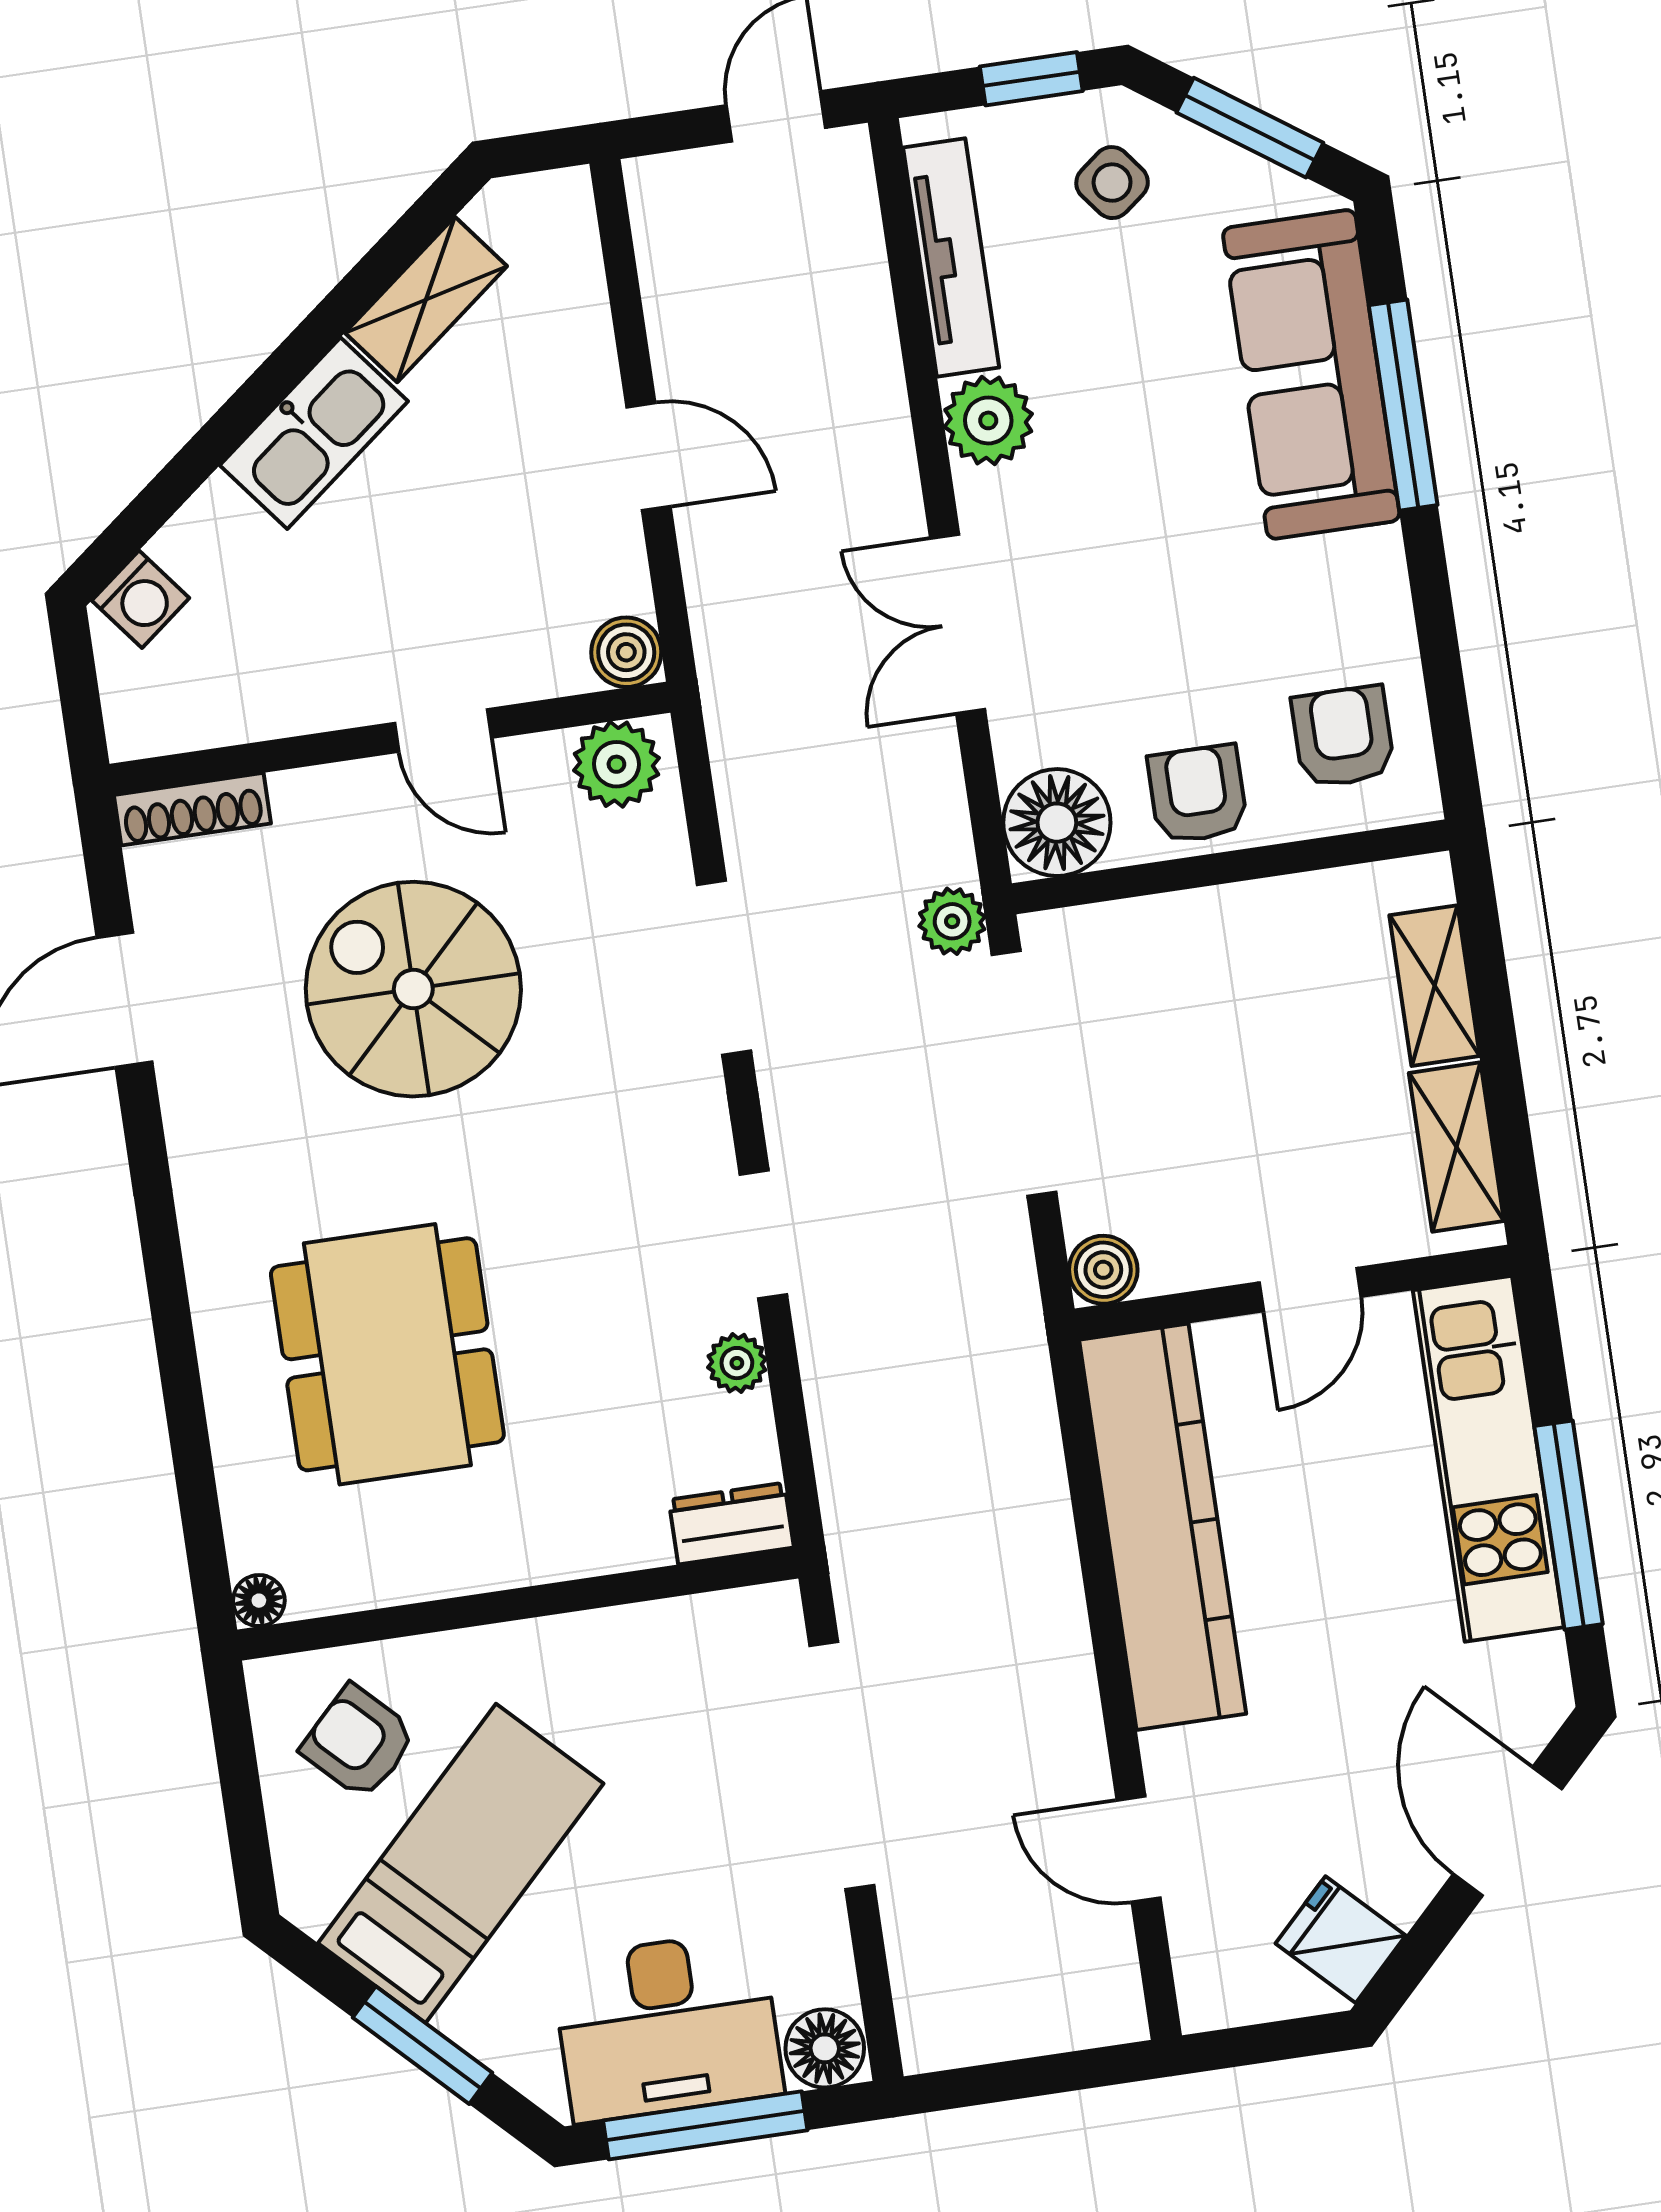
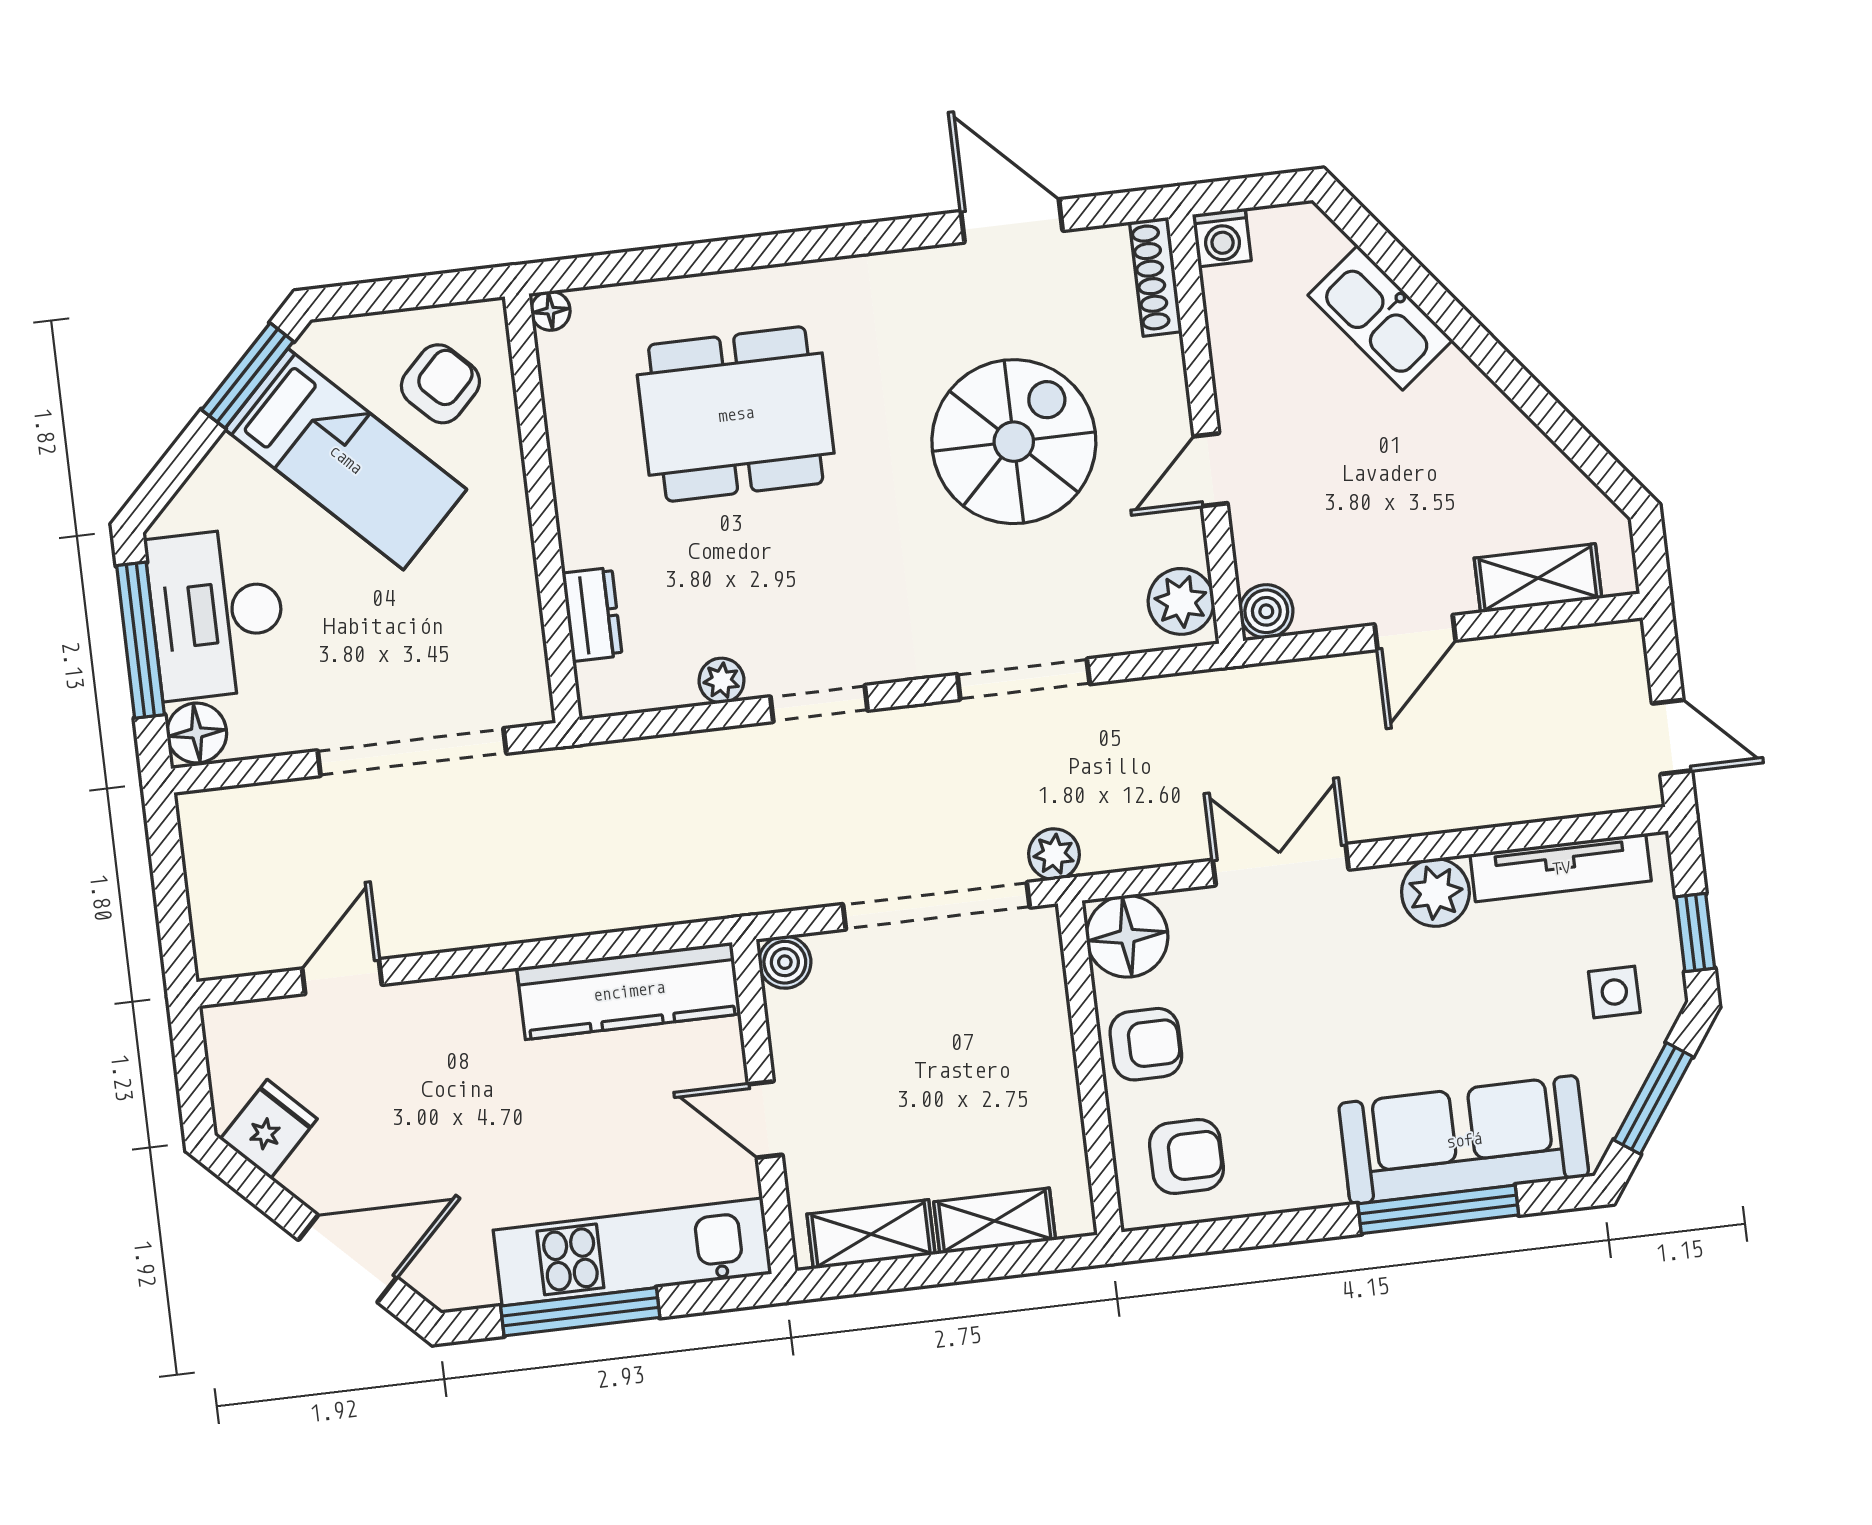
side table: (1112, 183) -> (1614, 992), turned 38
shelving: (426, 300) -> (1538, 578), moved, turned -52
kitchen sink: (314, 433) -> (1380, 318), moved
washing machine: (141, 599) -> (1222, 238), moved, turned -52
dresser: (731, 1524) -> (592, 614), moved
kitchen counter: (1163, 1527) -> (629, 991), width x0.72, depth x0.86
window: (423, 2045) -> (248, 376), moved

